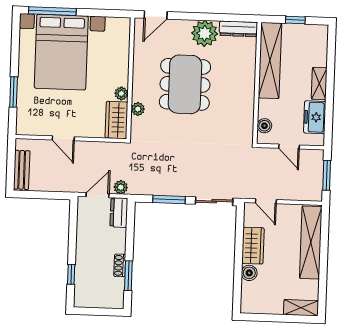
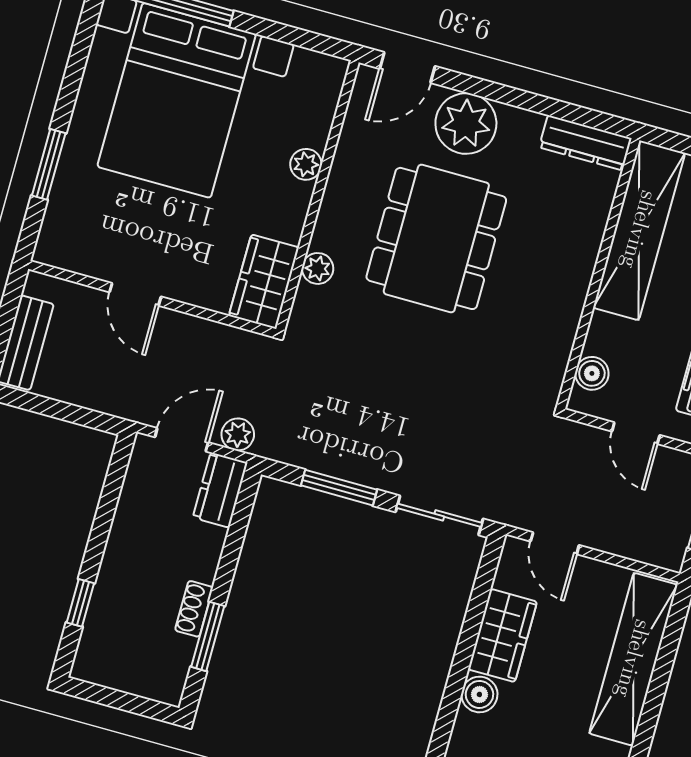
plant: (205, 33) -> (466, 124), moved
plant: (121, 94) -> (306, 164), moved

